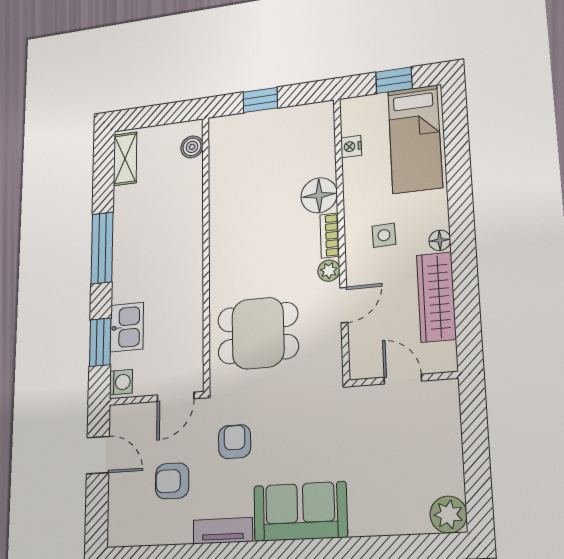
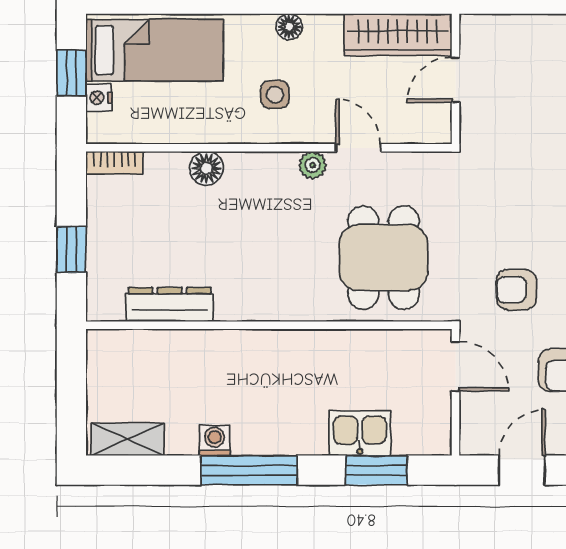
nightstand: (351, 146) -> (99, 98), moved, turned 90
boiler: (192, 147) -> (124, 344), removed
dresser: (221, 176) -> (170, 305), added
floor lamp: (319, 195) -> (206, 168), width x0.73, depth x0.73
bookcase: (330, 236) -> (114, 163), moved
wardrobe: (436, 297) -> (398, 35), moved
washing machine: (121, 382) -> (215, 440), moved

